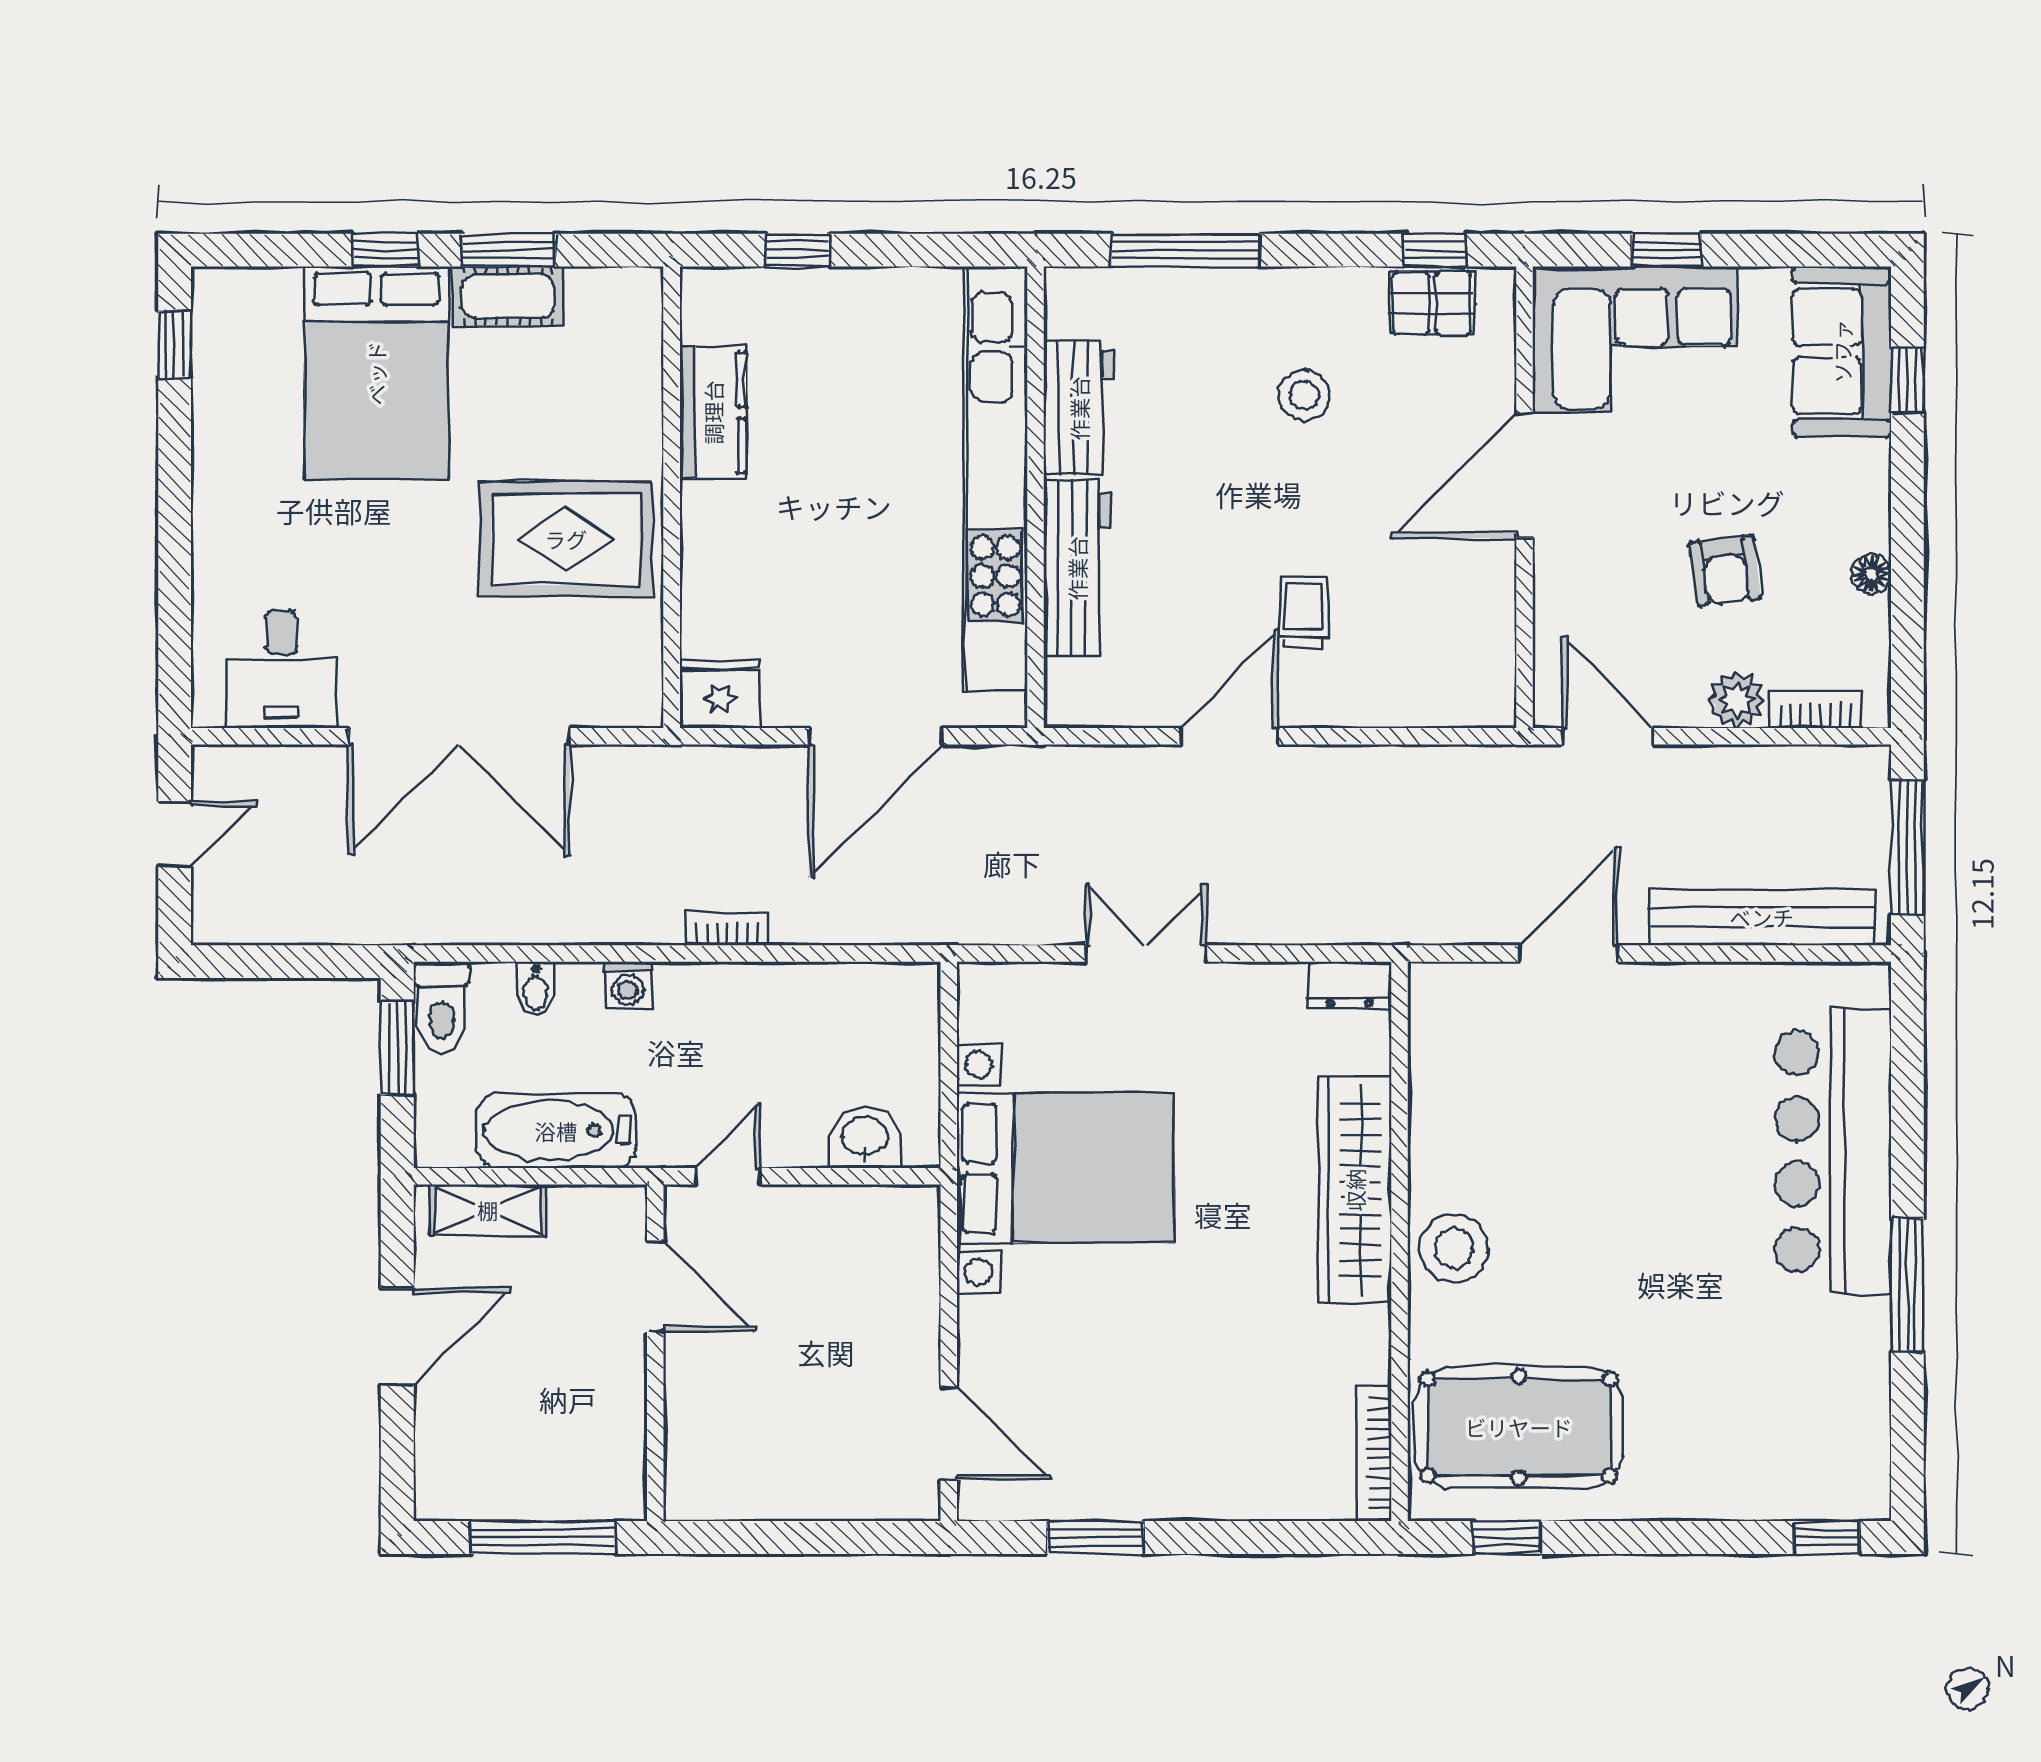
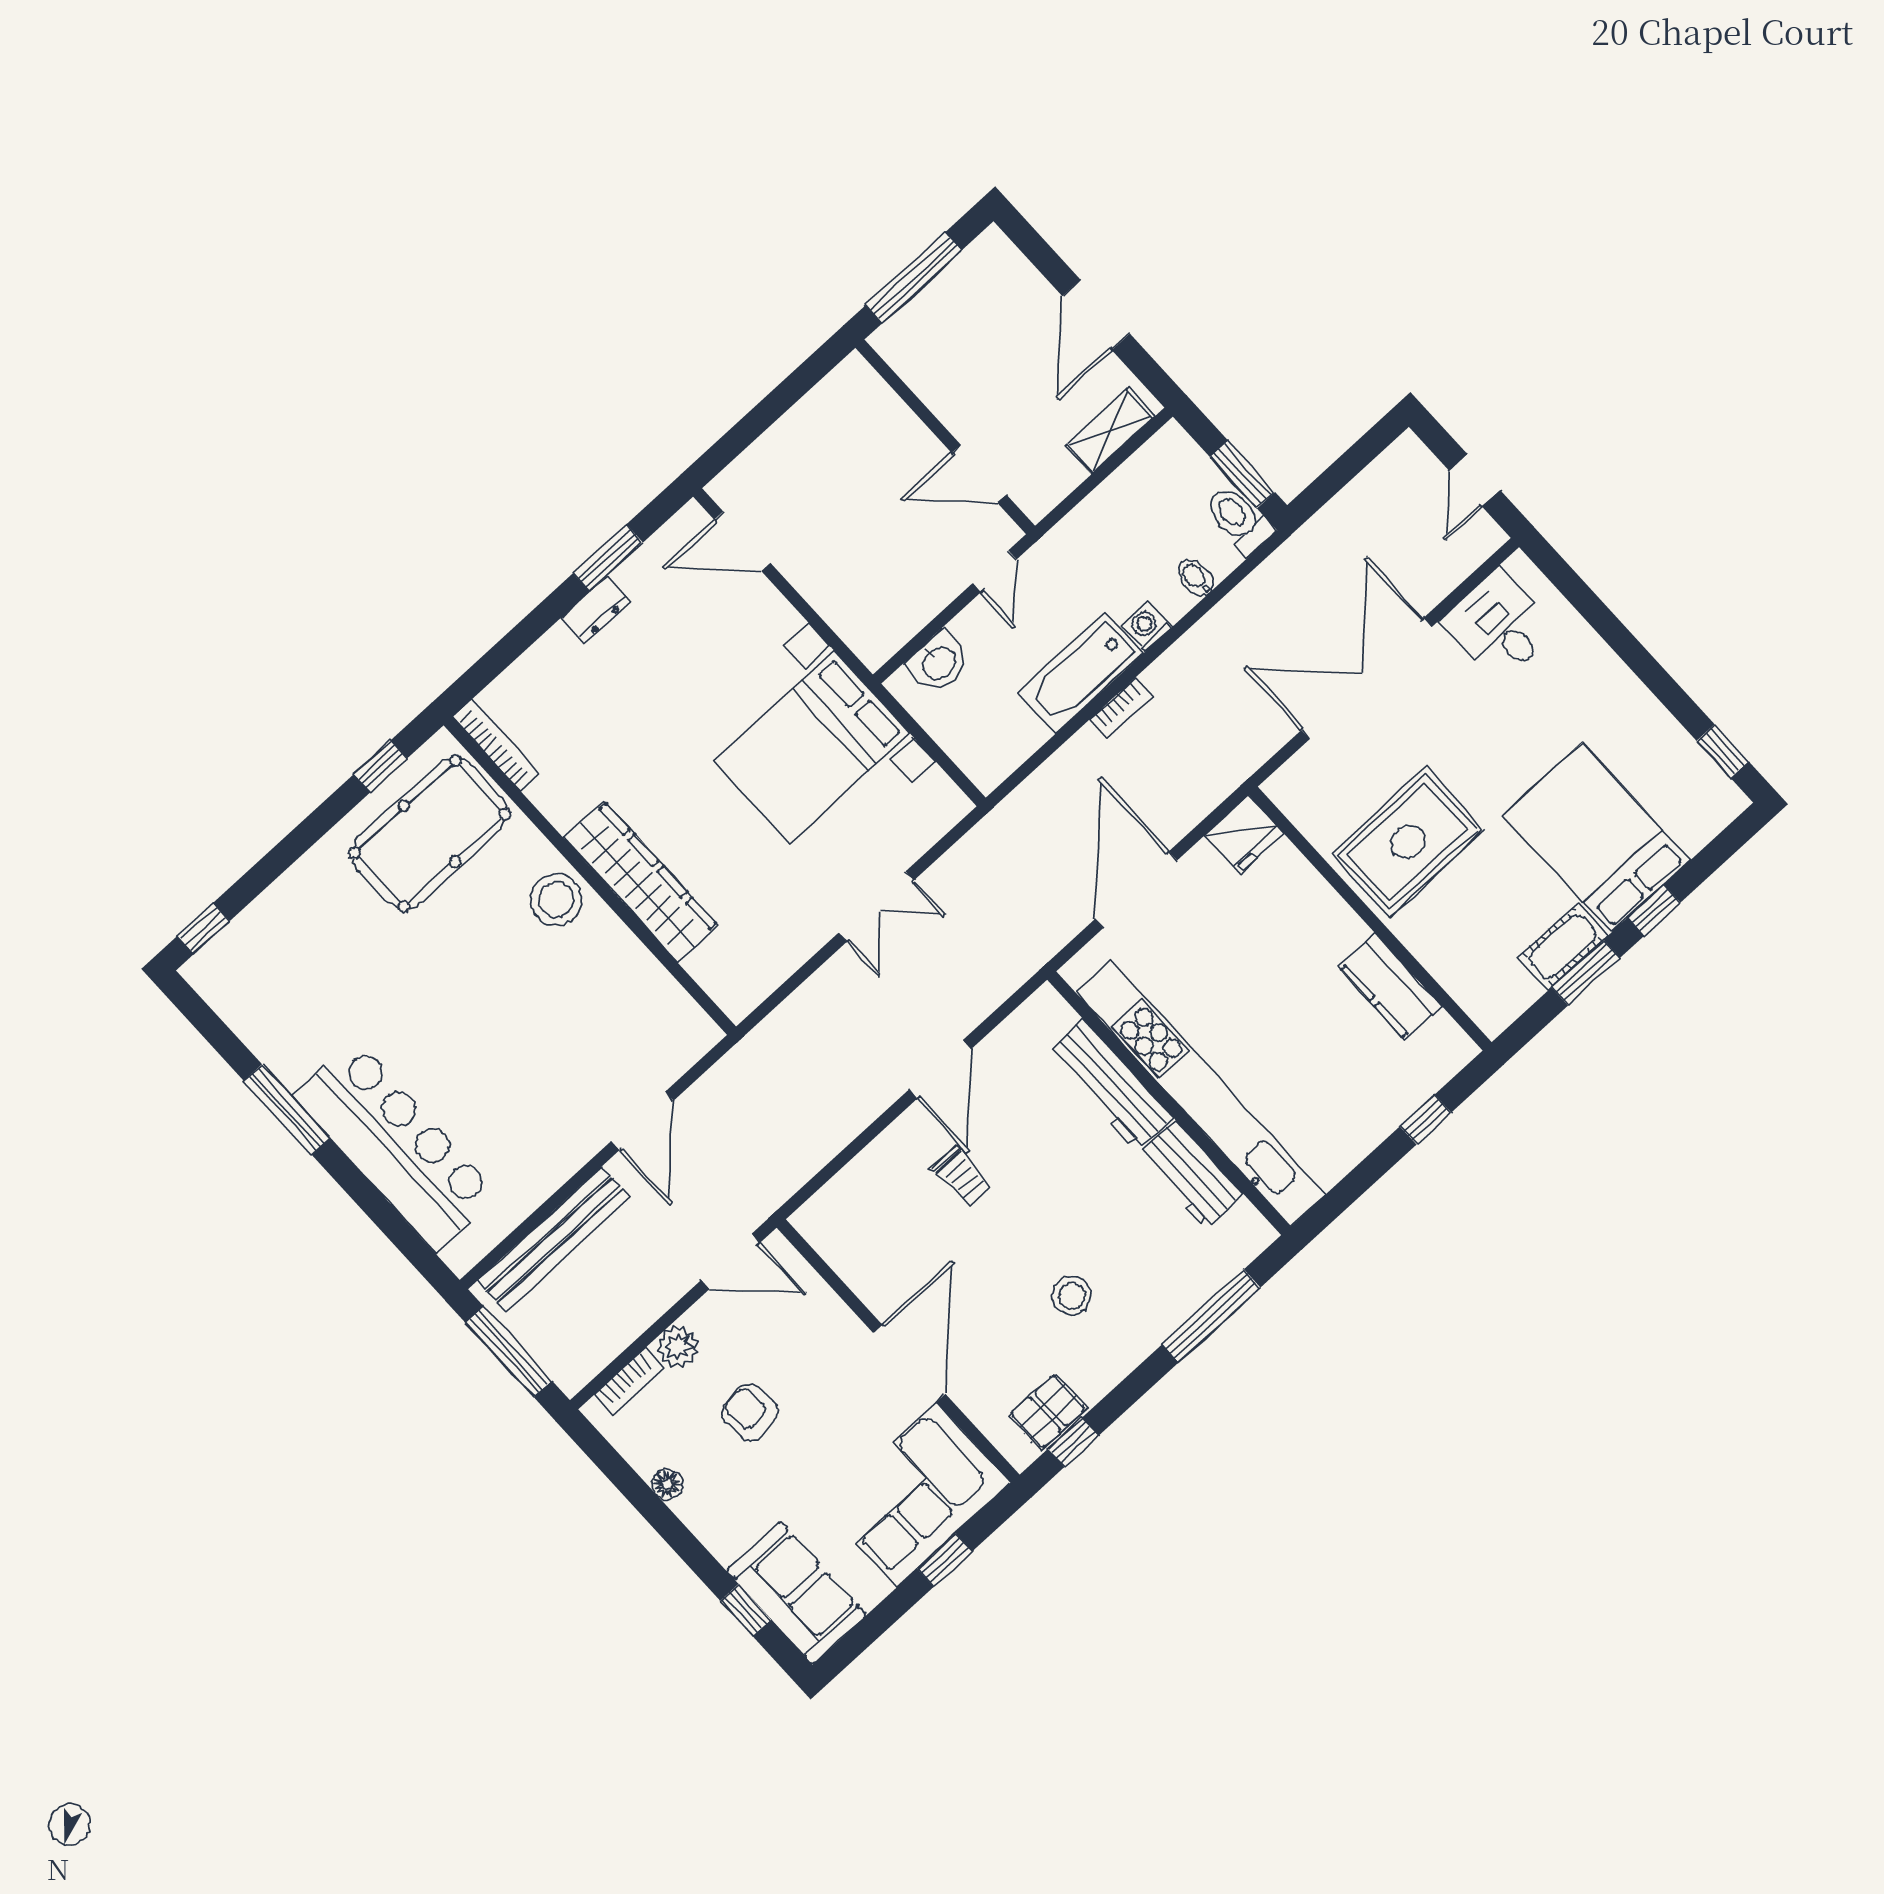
dresser: (1350, 985) -> (596, 609), moved, turned 180
bathtub: (556, 1131) -> (1080, 673), moved, turned 180

